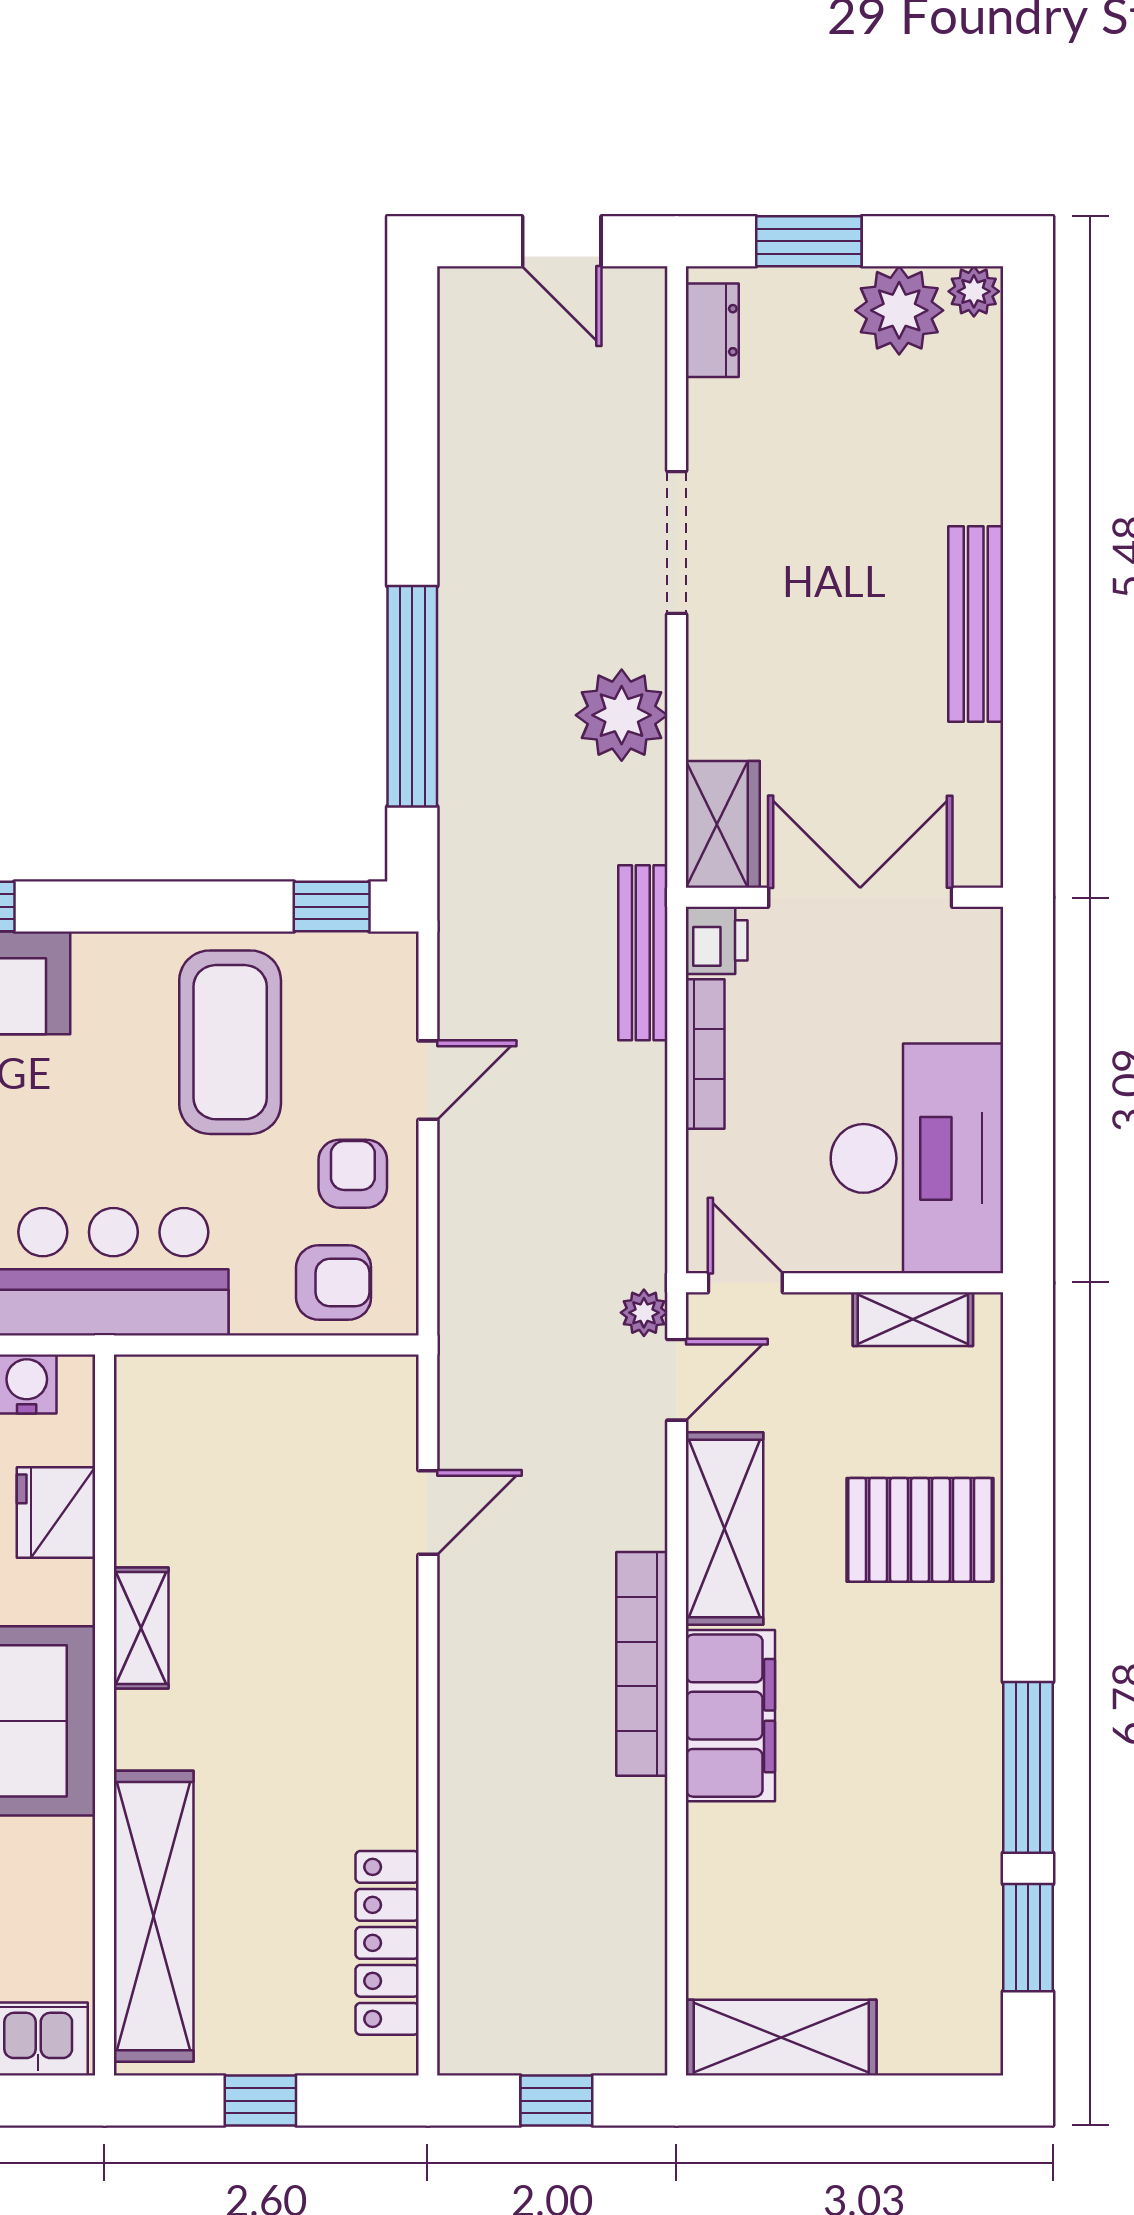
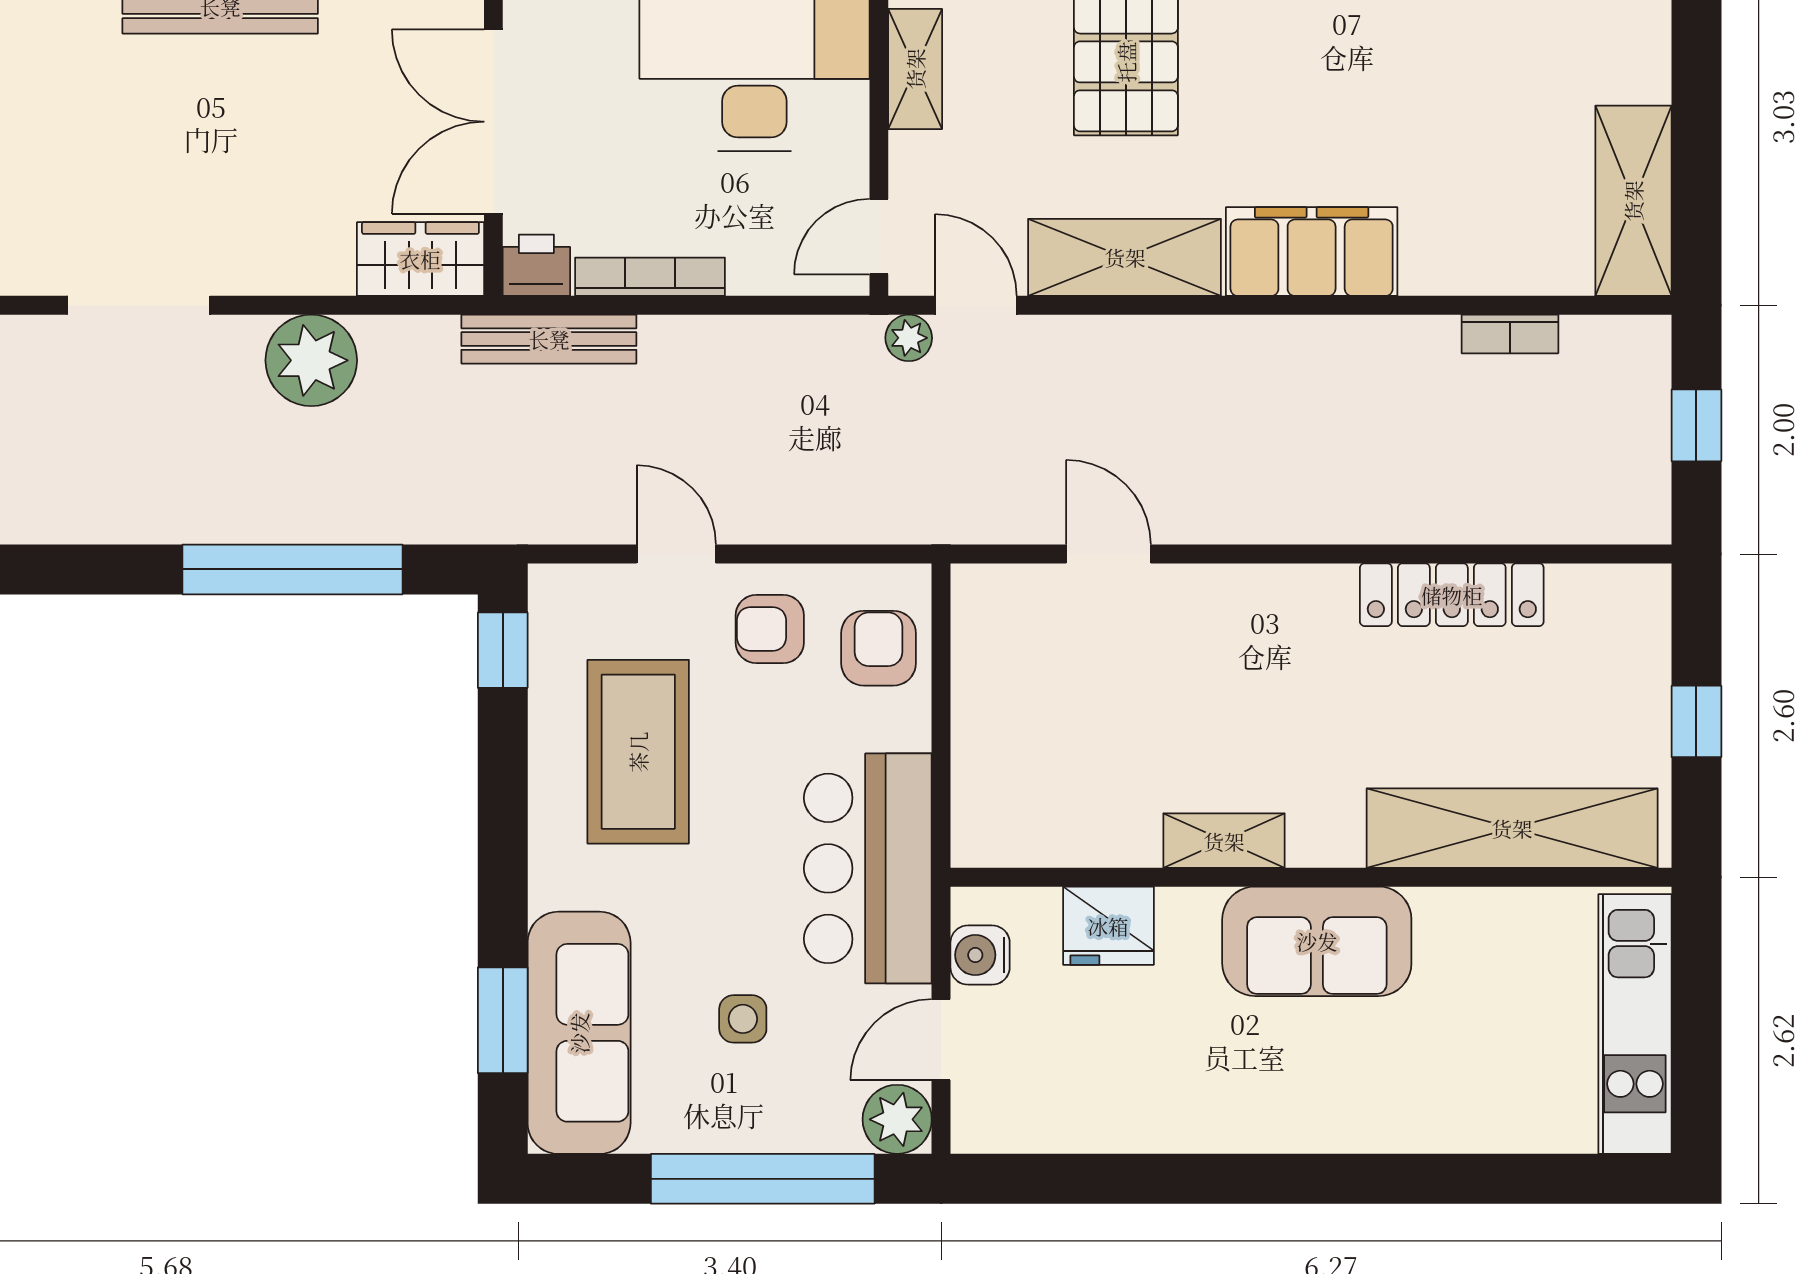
coffee table: (230, 1042) -> (638, 752), turned 90
bookcase: (642, 1664) -> (1510, 334), moved, width x0.43, depth x0.76
locker: (387, 1943) -> (1452, 595), moved

